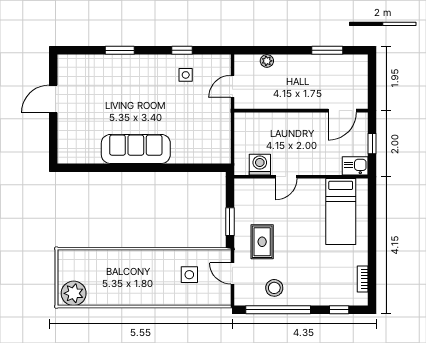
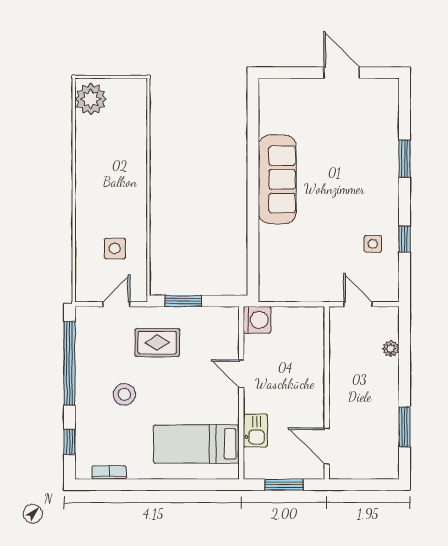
window: (372, 144) -> (284, 485), width x1.50
washing machine: (260, 165) -> (257, 320), moved
kitchen sink: (355, 166) -> (255, 430), moved
stool: (274, 288) -> (124, 394), moved

